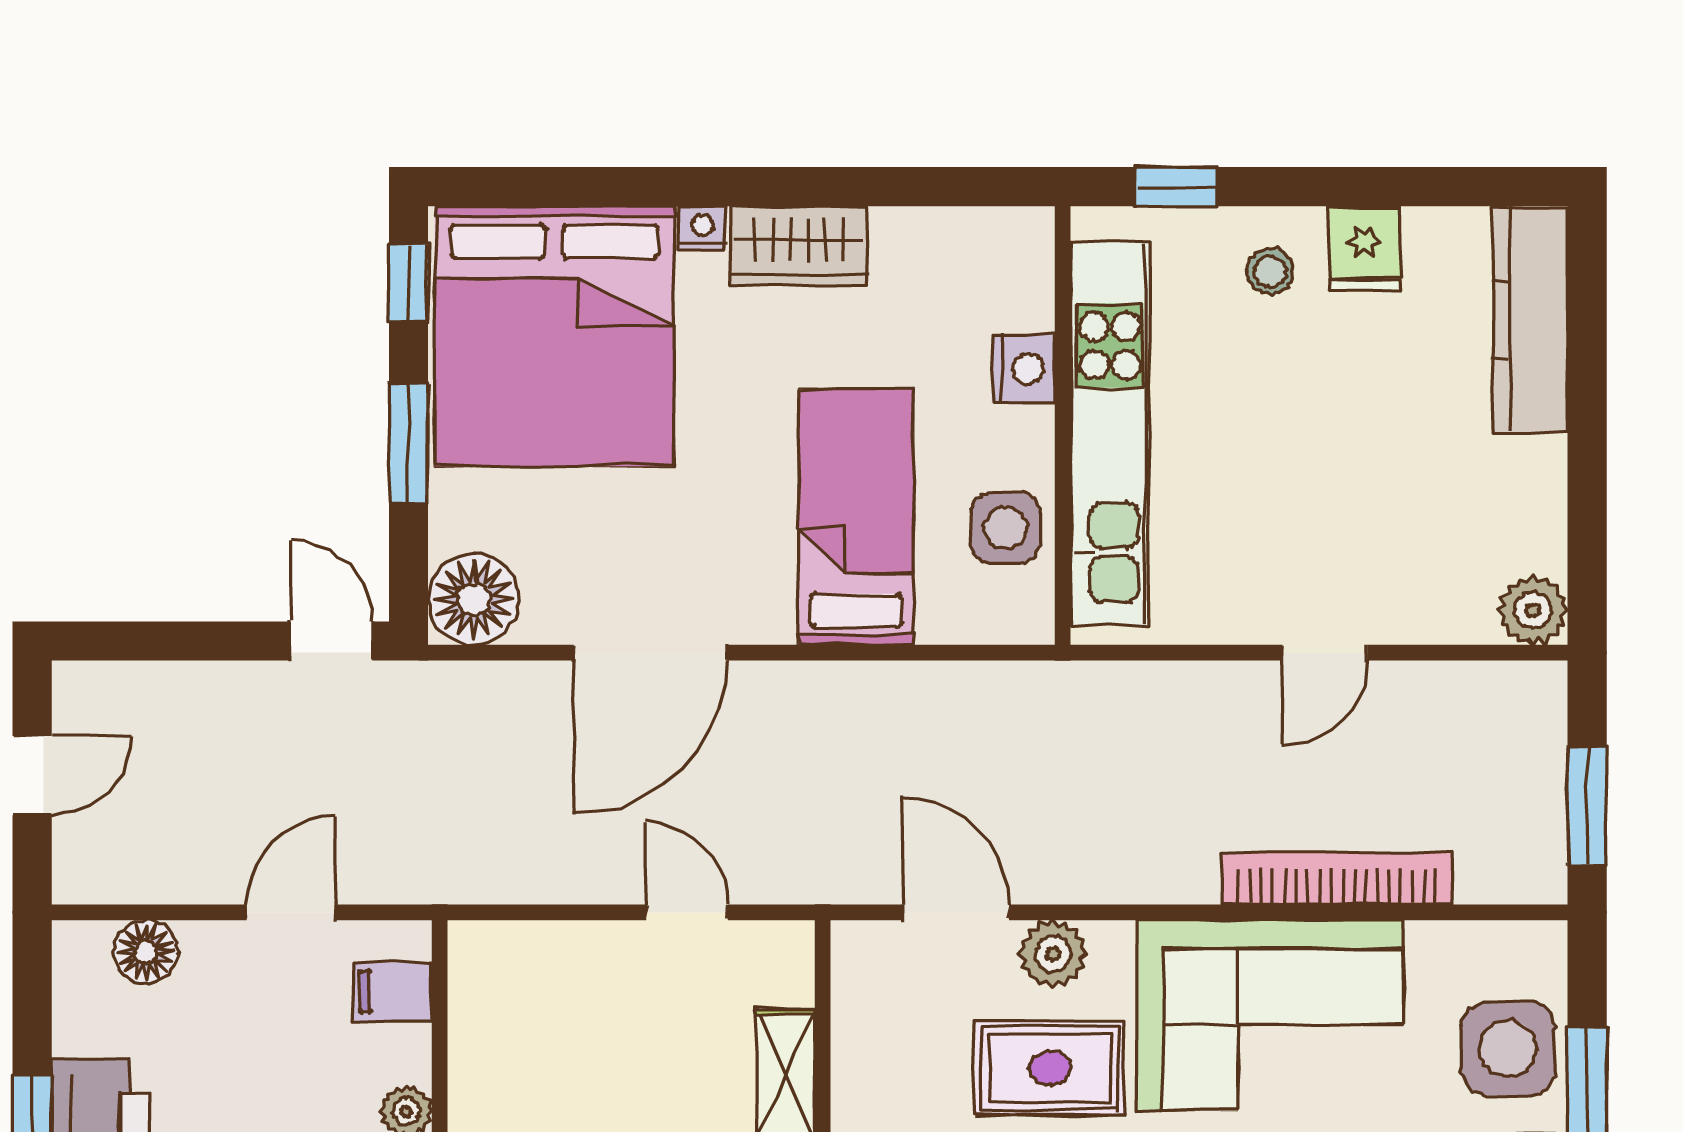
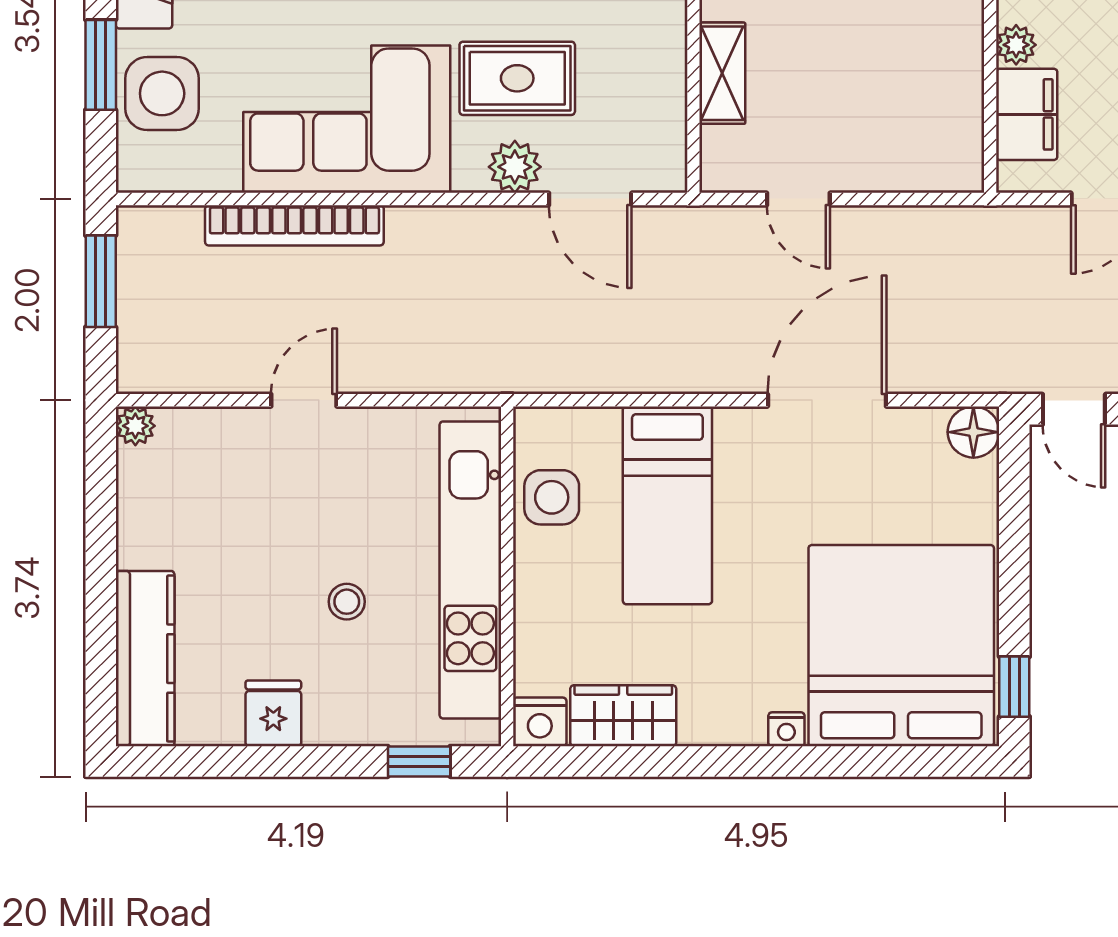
wardrobe: (799, 246) -> (623, 716), moved
stool: (1270, 271) -> (347, 602), moved
nightstand: (1023, 369) -> (540, 722), moved, turned -90
window: (408, 444) -> (1014, 562), removed
floor lamp: (474, 599) -> (973, 432), width x0.73, depth x0.73
plant: (1533, 610) -> (135, 426), width x0.73, depth x0.73
filing cabinet: (392, 992) -> (1027, 114), width x2.00

